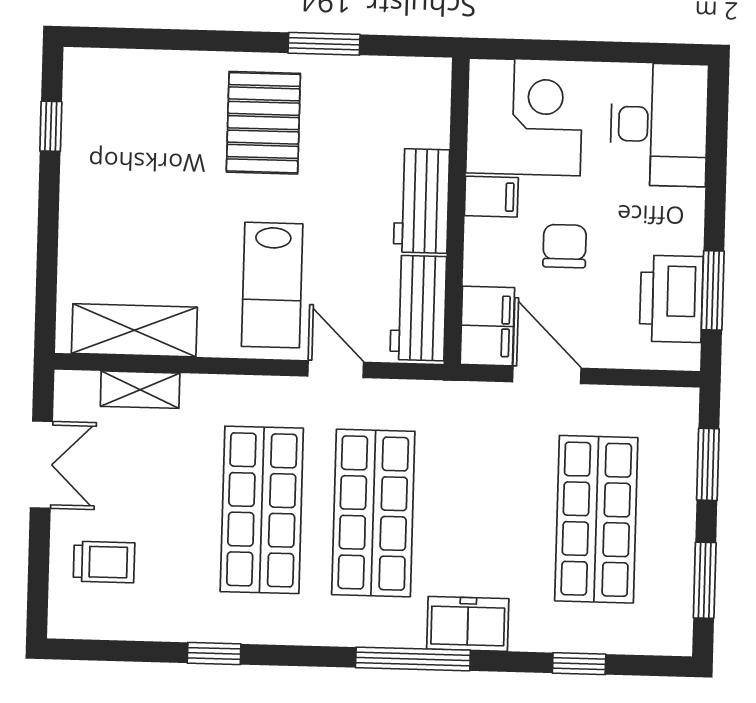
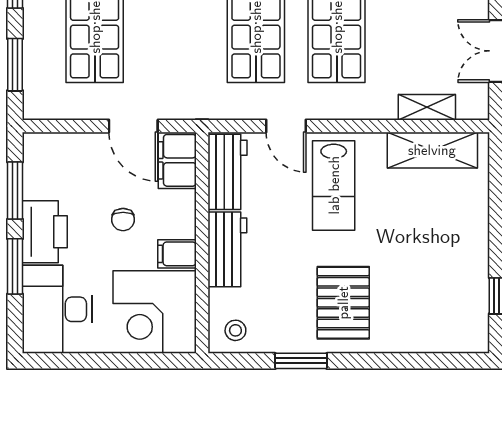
stool: (413, 89) -> (235, 330), added
window: (716, 185) -> (15, 266), added
chair: (565, 246) -> (123, 220), width x0.73, depth x0.73
lab bench: (272, 285) -> (334, 185), turned 180
printer: (671, 299) -> (45, 232), moved

